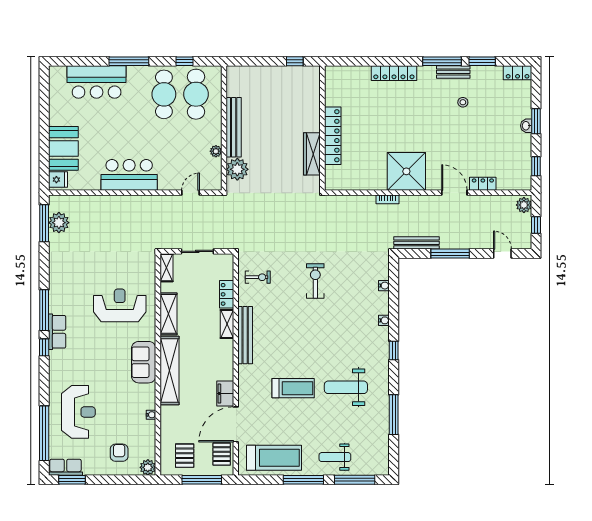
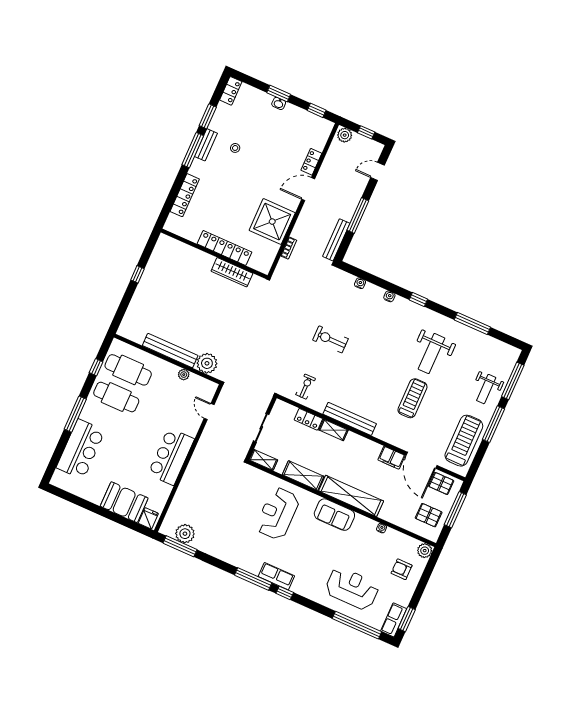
wall: (322, 128) -> (214, 254), moved
locker: (333, 136) -> (224, 248), moved
wardrobe: (312, 154) -> (232, 272), moved

